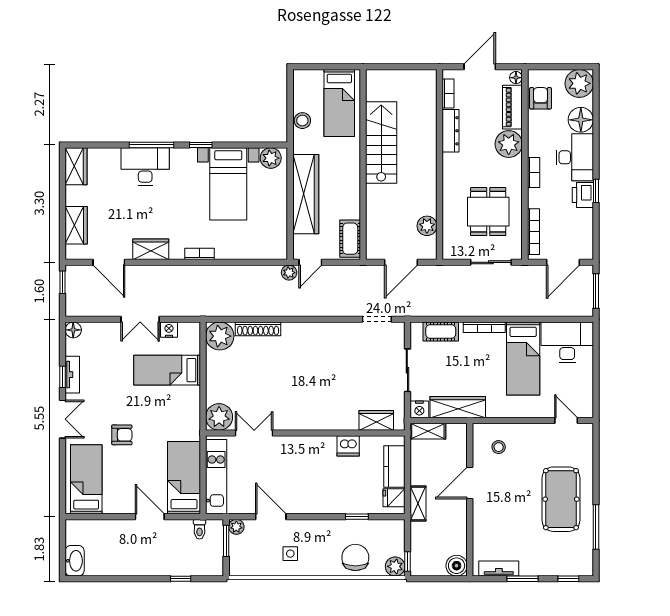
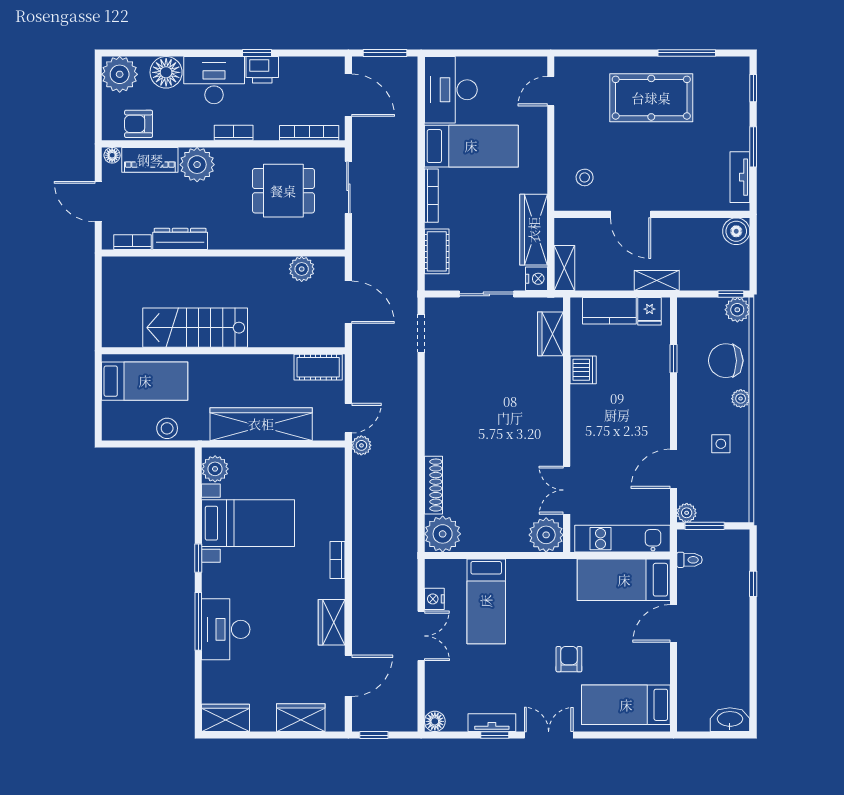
door: (310, 262) -> (348, 418), hinge flipped
plant: (326, 569) -> (741, 399), added

